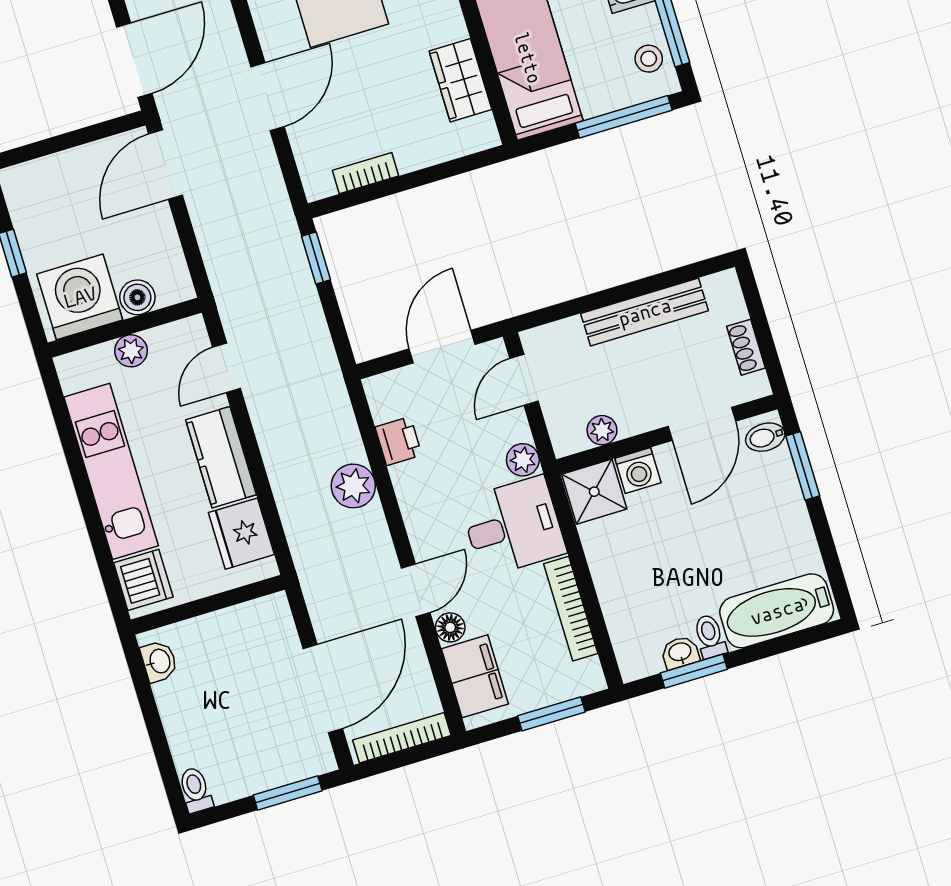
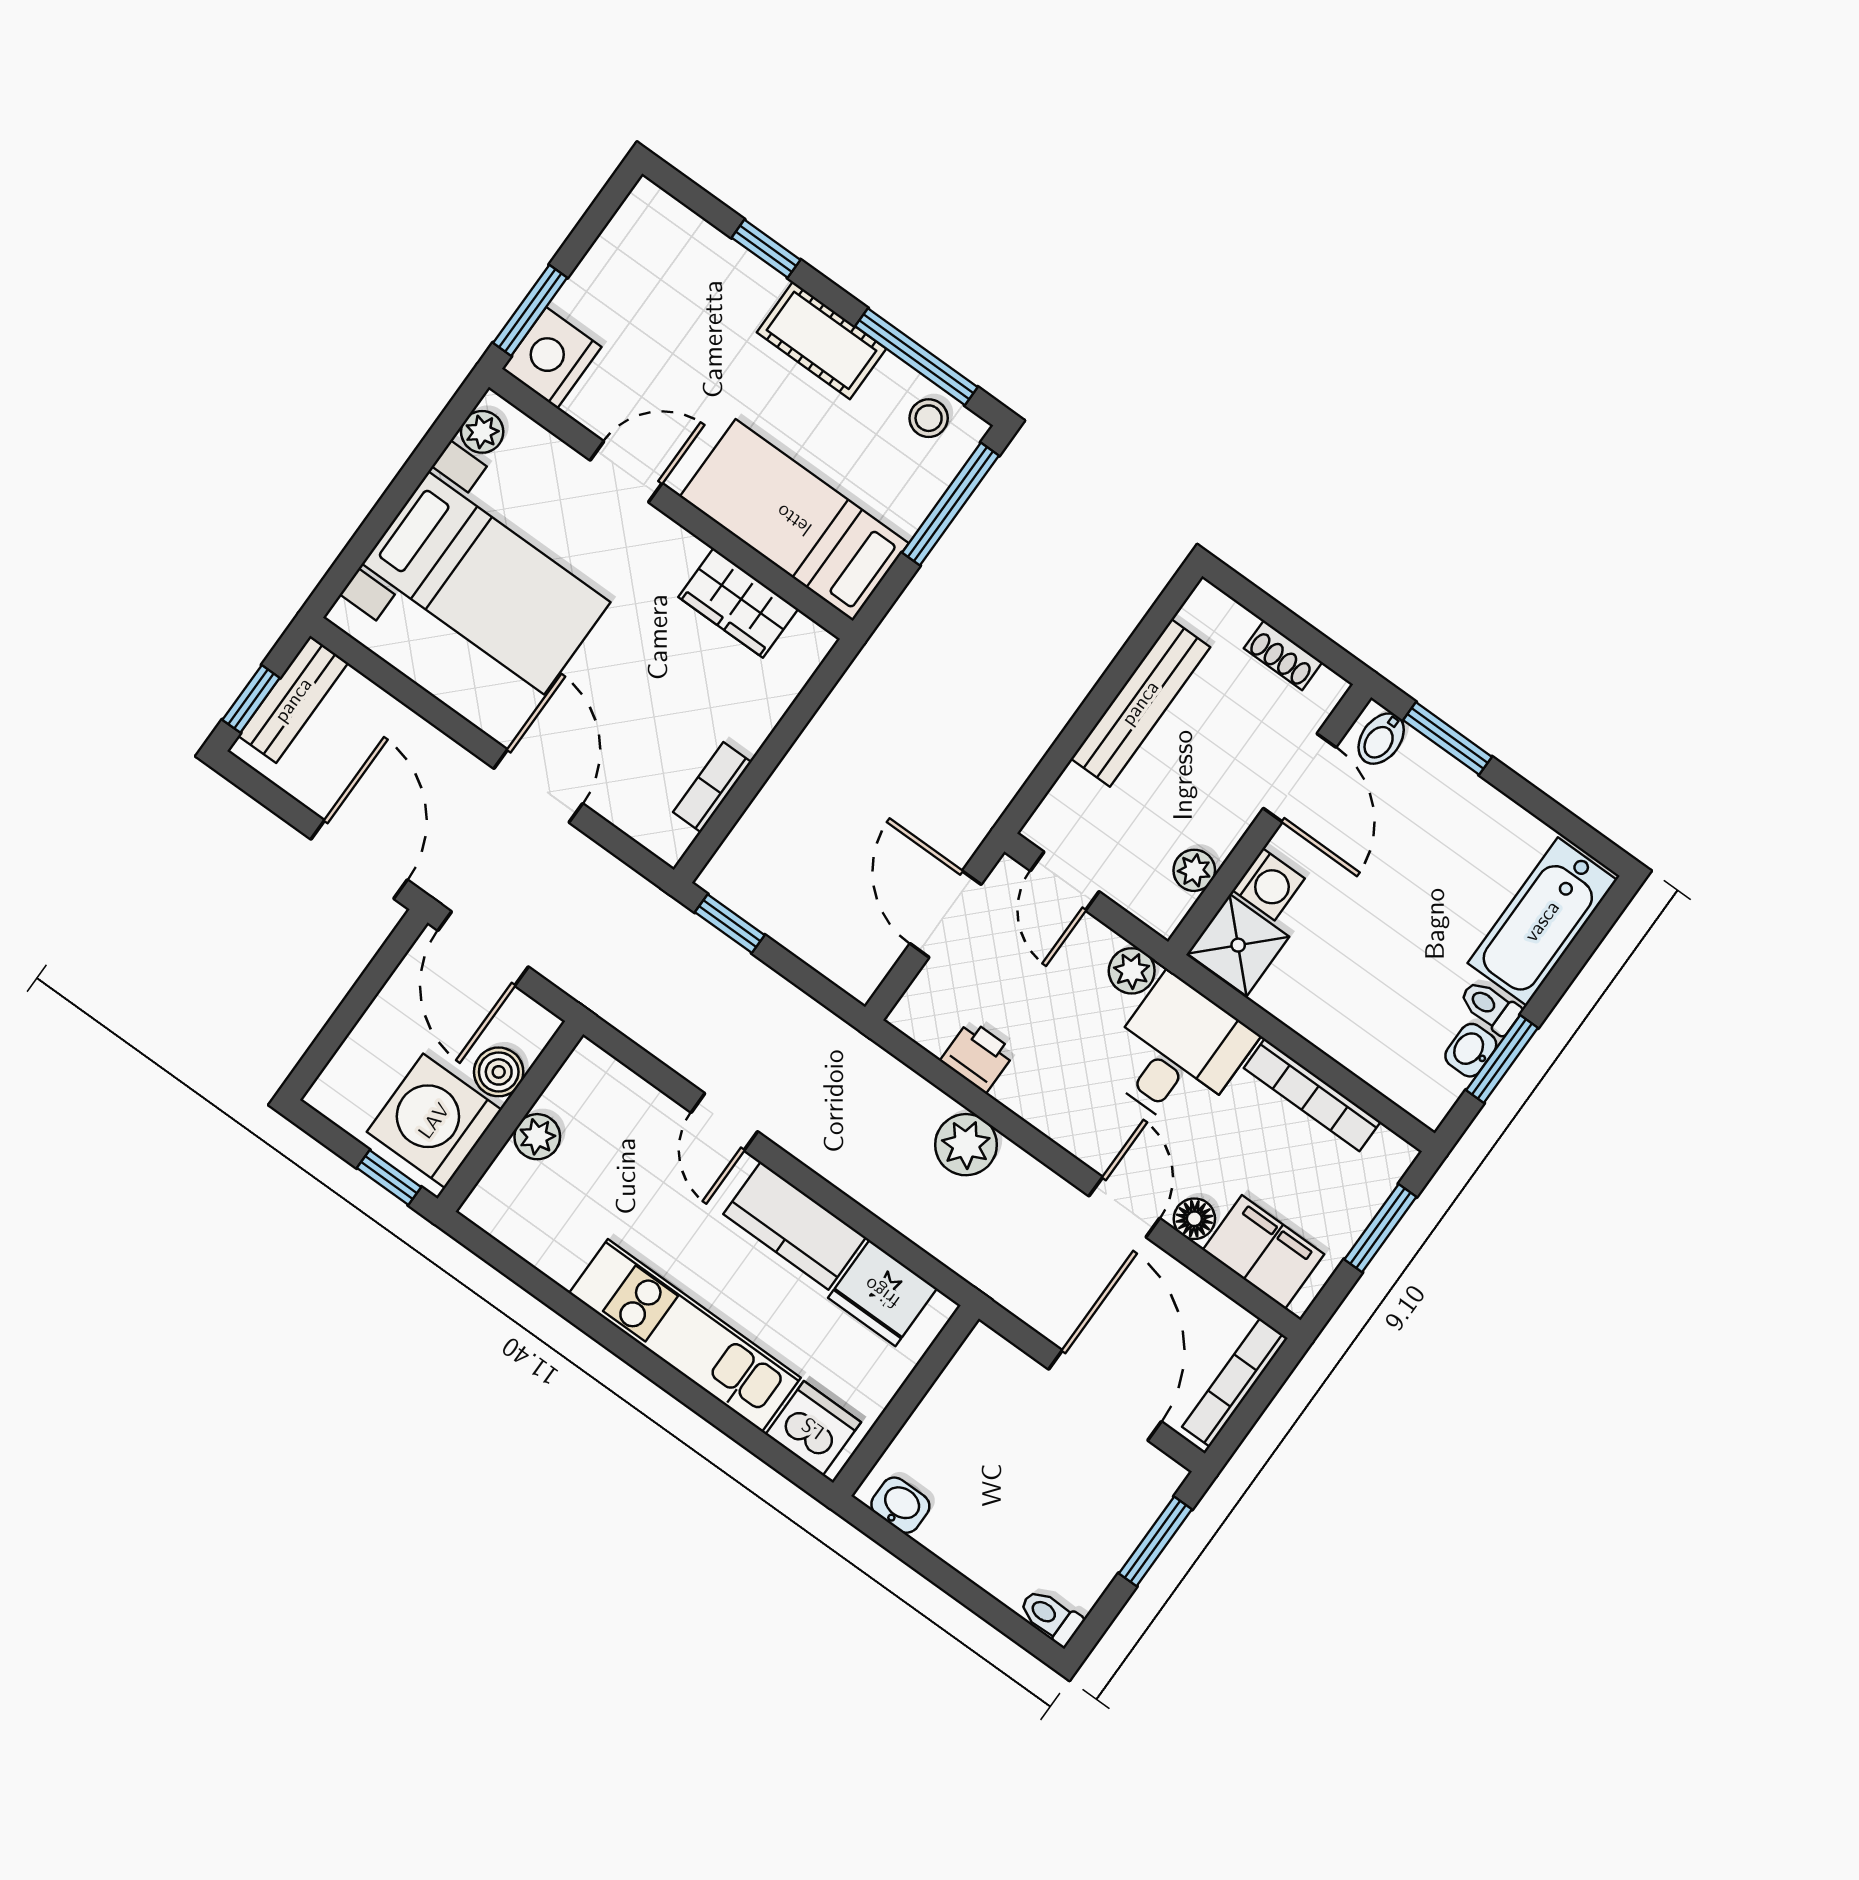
washing machine: (80, 297) -> (434, 1121), moved
boiler: (137, 297) -> (499, 1072), moved
wall: (125, 328) -> (510, 1116), moved
plant: (131, 351) -> (537, 1137), moved

